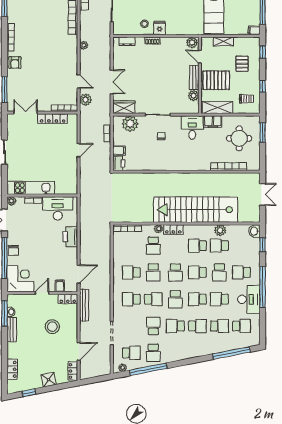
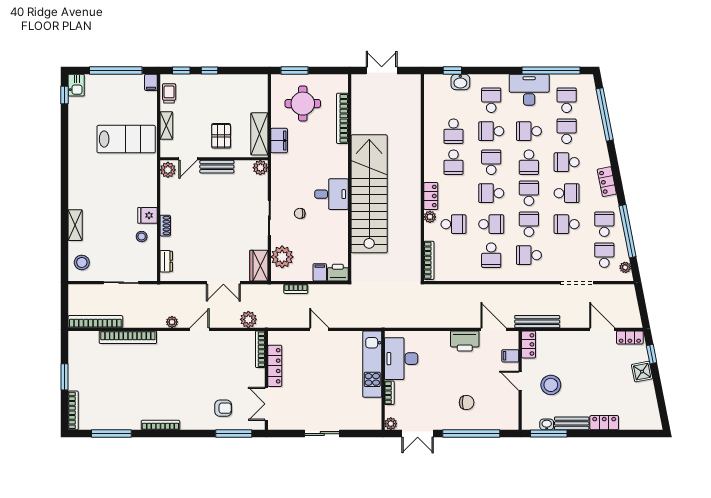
armchair: (15, 62) -> (223, 408), moved
pallet: (242, 64) -> (198, 99), removed
pallet: (216, 80) -> (221, 136), width x0.67, depth x0.71
door: (79, 81) -> (200, 329), moved
double door: (112, 82) -> (223, 283), swing flipped
window: (263, 86) -> (210, 71), moved
plant: (194, 95) -> (260, 168), moved
trolley: (247, 99) -> (169, 93), moved
desk: (192, 128) -> (331, 194), moved, turned 180
kitchen unit: (31, 188) -> (372, 364), moved
stairs: (196, 210) -> (369, 194), moved, turned 180
plant: (220, 230) -> (432, 130), removed
washbasin: (254, 231) -> (460, 82), moved
printer: (70, 237) -> (465, 341), moved
chair: (13, 250) -> (467, 402), moved
school desk: (175, 272) -> (491, 193), turned 180
school desk: (197, 272) -> (491, 162), turned 180
school desk: (219, 272) -> (491, 131), turned 180
school desk: (241, 272) -> (491, 100), turned 180
corner desk: (20, 279) -> (500, 411), removed
window: (263, 287) -> (551, 71), moved
school desk: (131, 299) -> (529, 255), turned 90
school desk: (175, 299) -> (529, 193), turned -90
school desk: (219, 299) -> (529, 131), turned 90
school desk: (175, 326) -> (567, 193), turned -90
school desk: (197, 326) -> (567, 162), turned -90
stool: (52, 327) -> (551, 385), moved
school desk: (153, 353) -> (604, 224), turned -90
locker: (184, 355) -> (607, 182), added
locker: (12, 369) -> (604, 423), moved
window: (29, 393) -> (652, 354), moved

